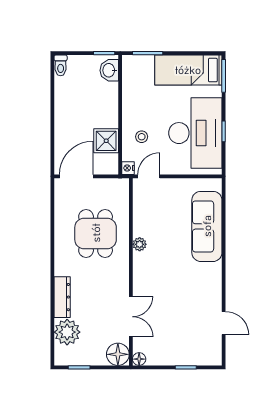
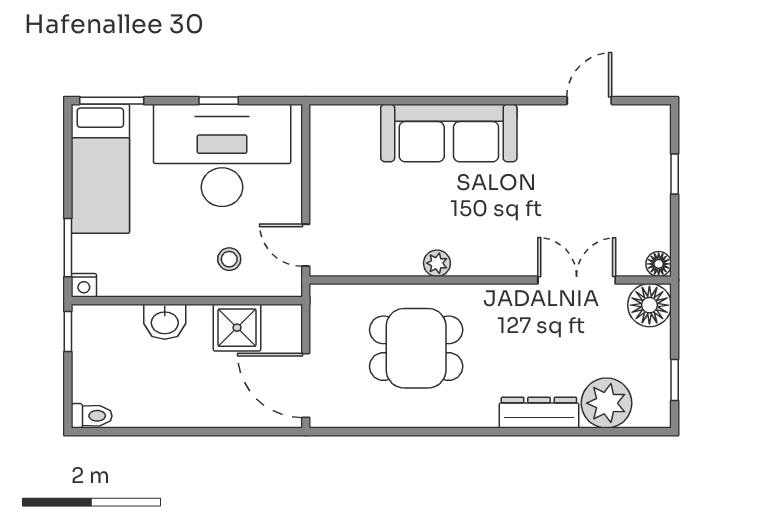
washbasin: (109, 70) -> (165, 322), moved
nightstand: (128, 168) -> (84, 285), moved
sofa: (207, 226) -> (449, 133), moved

